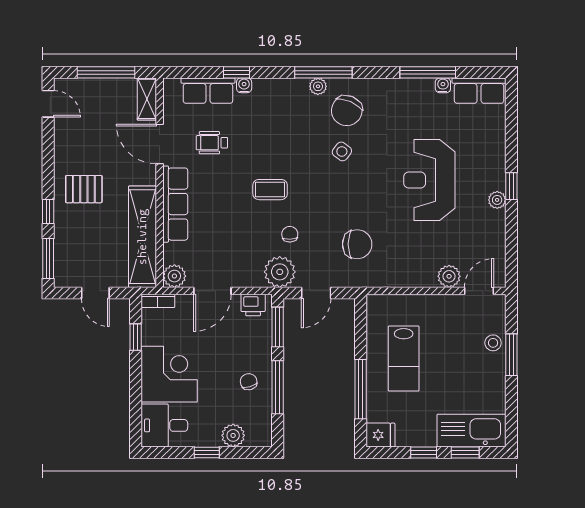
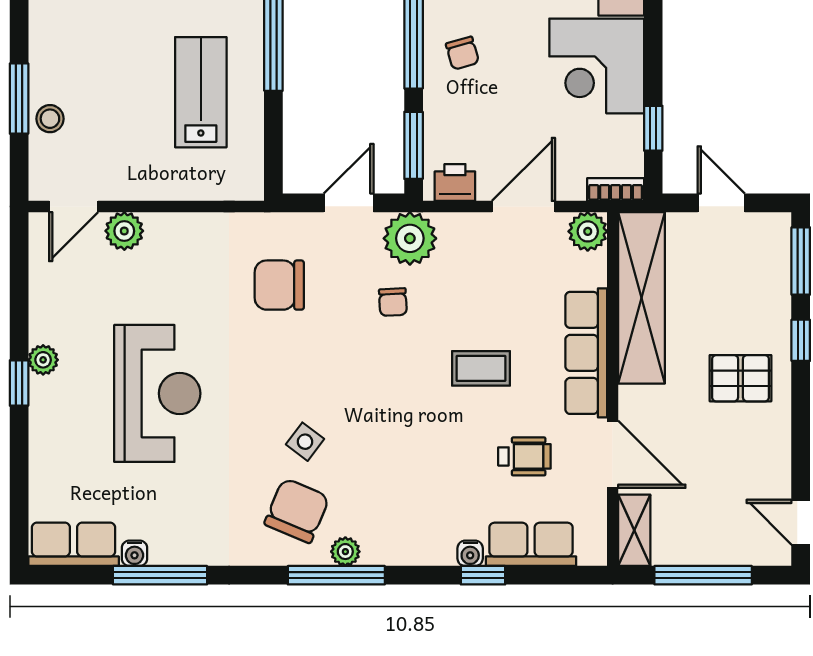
coffee table: (270, 190) -> (481, 368), moved

